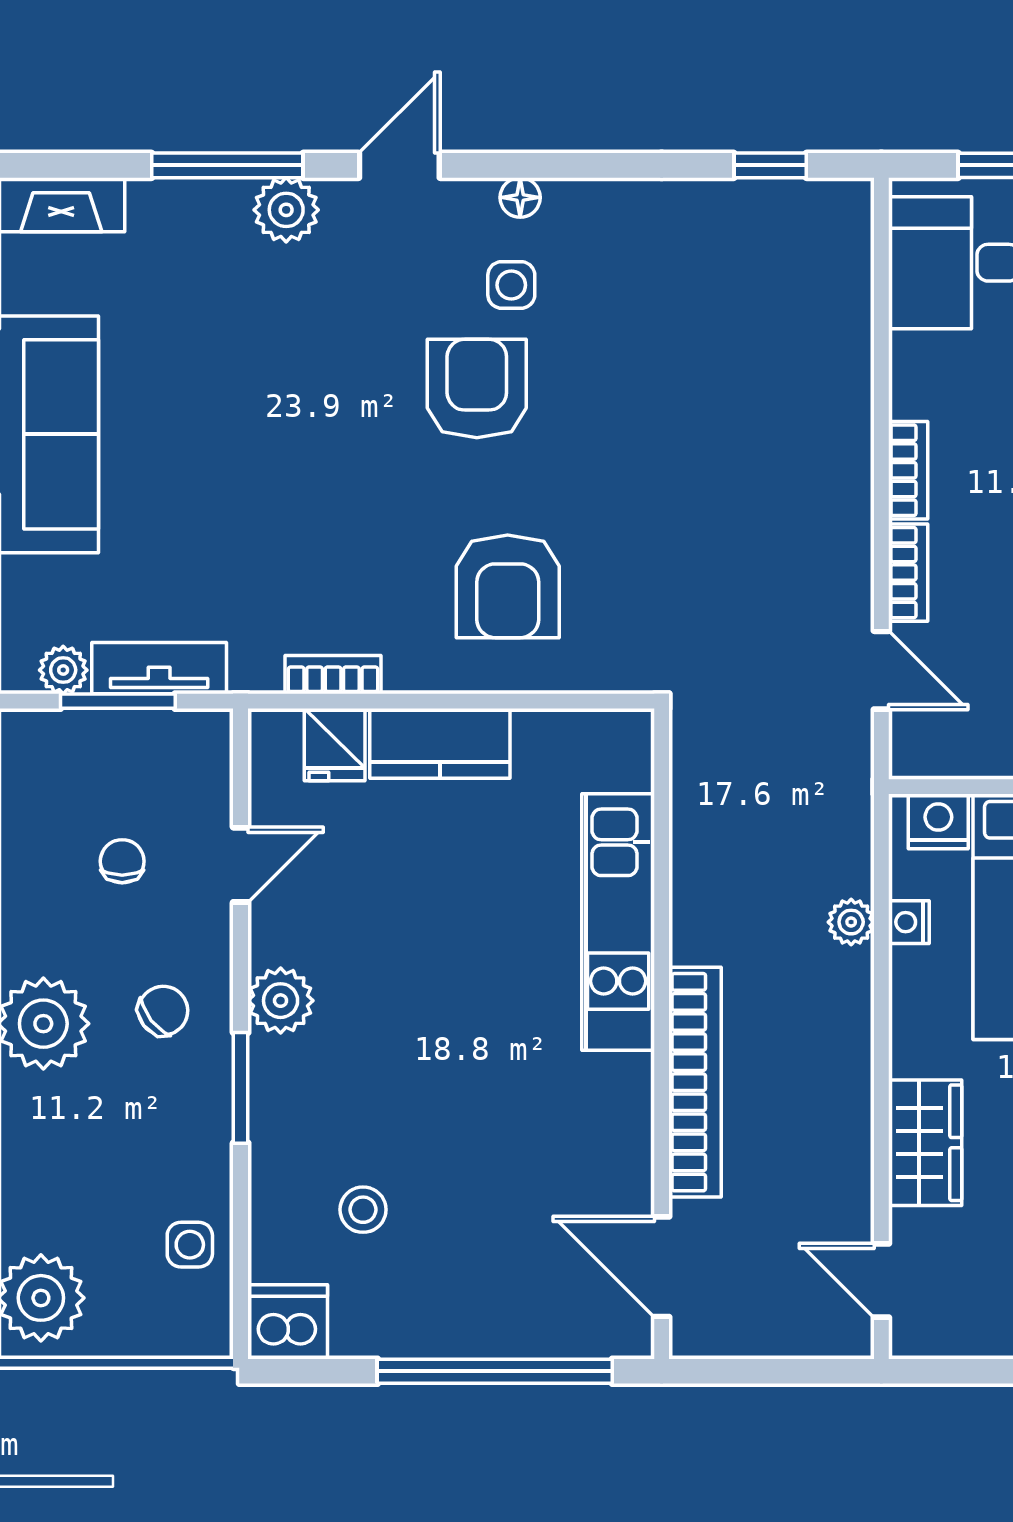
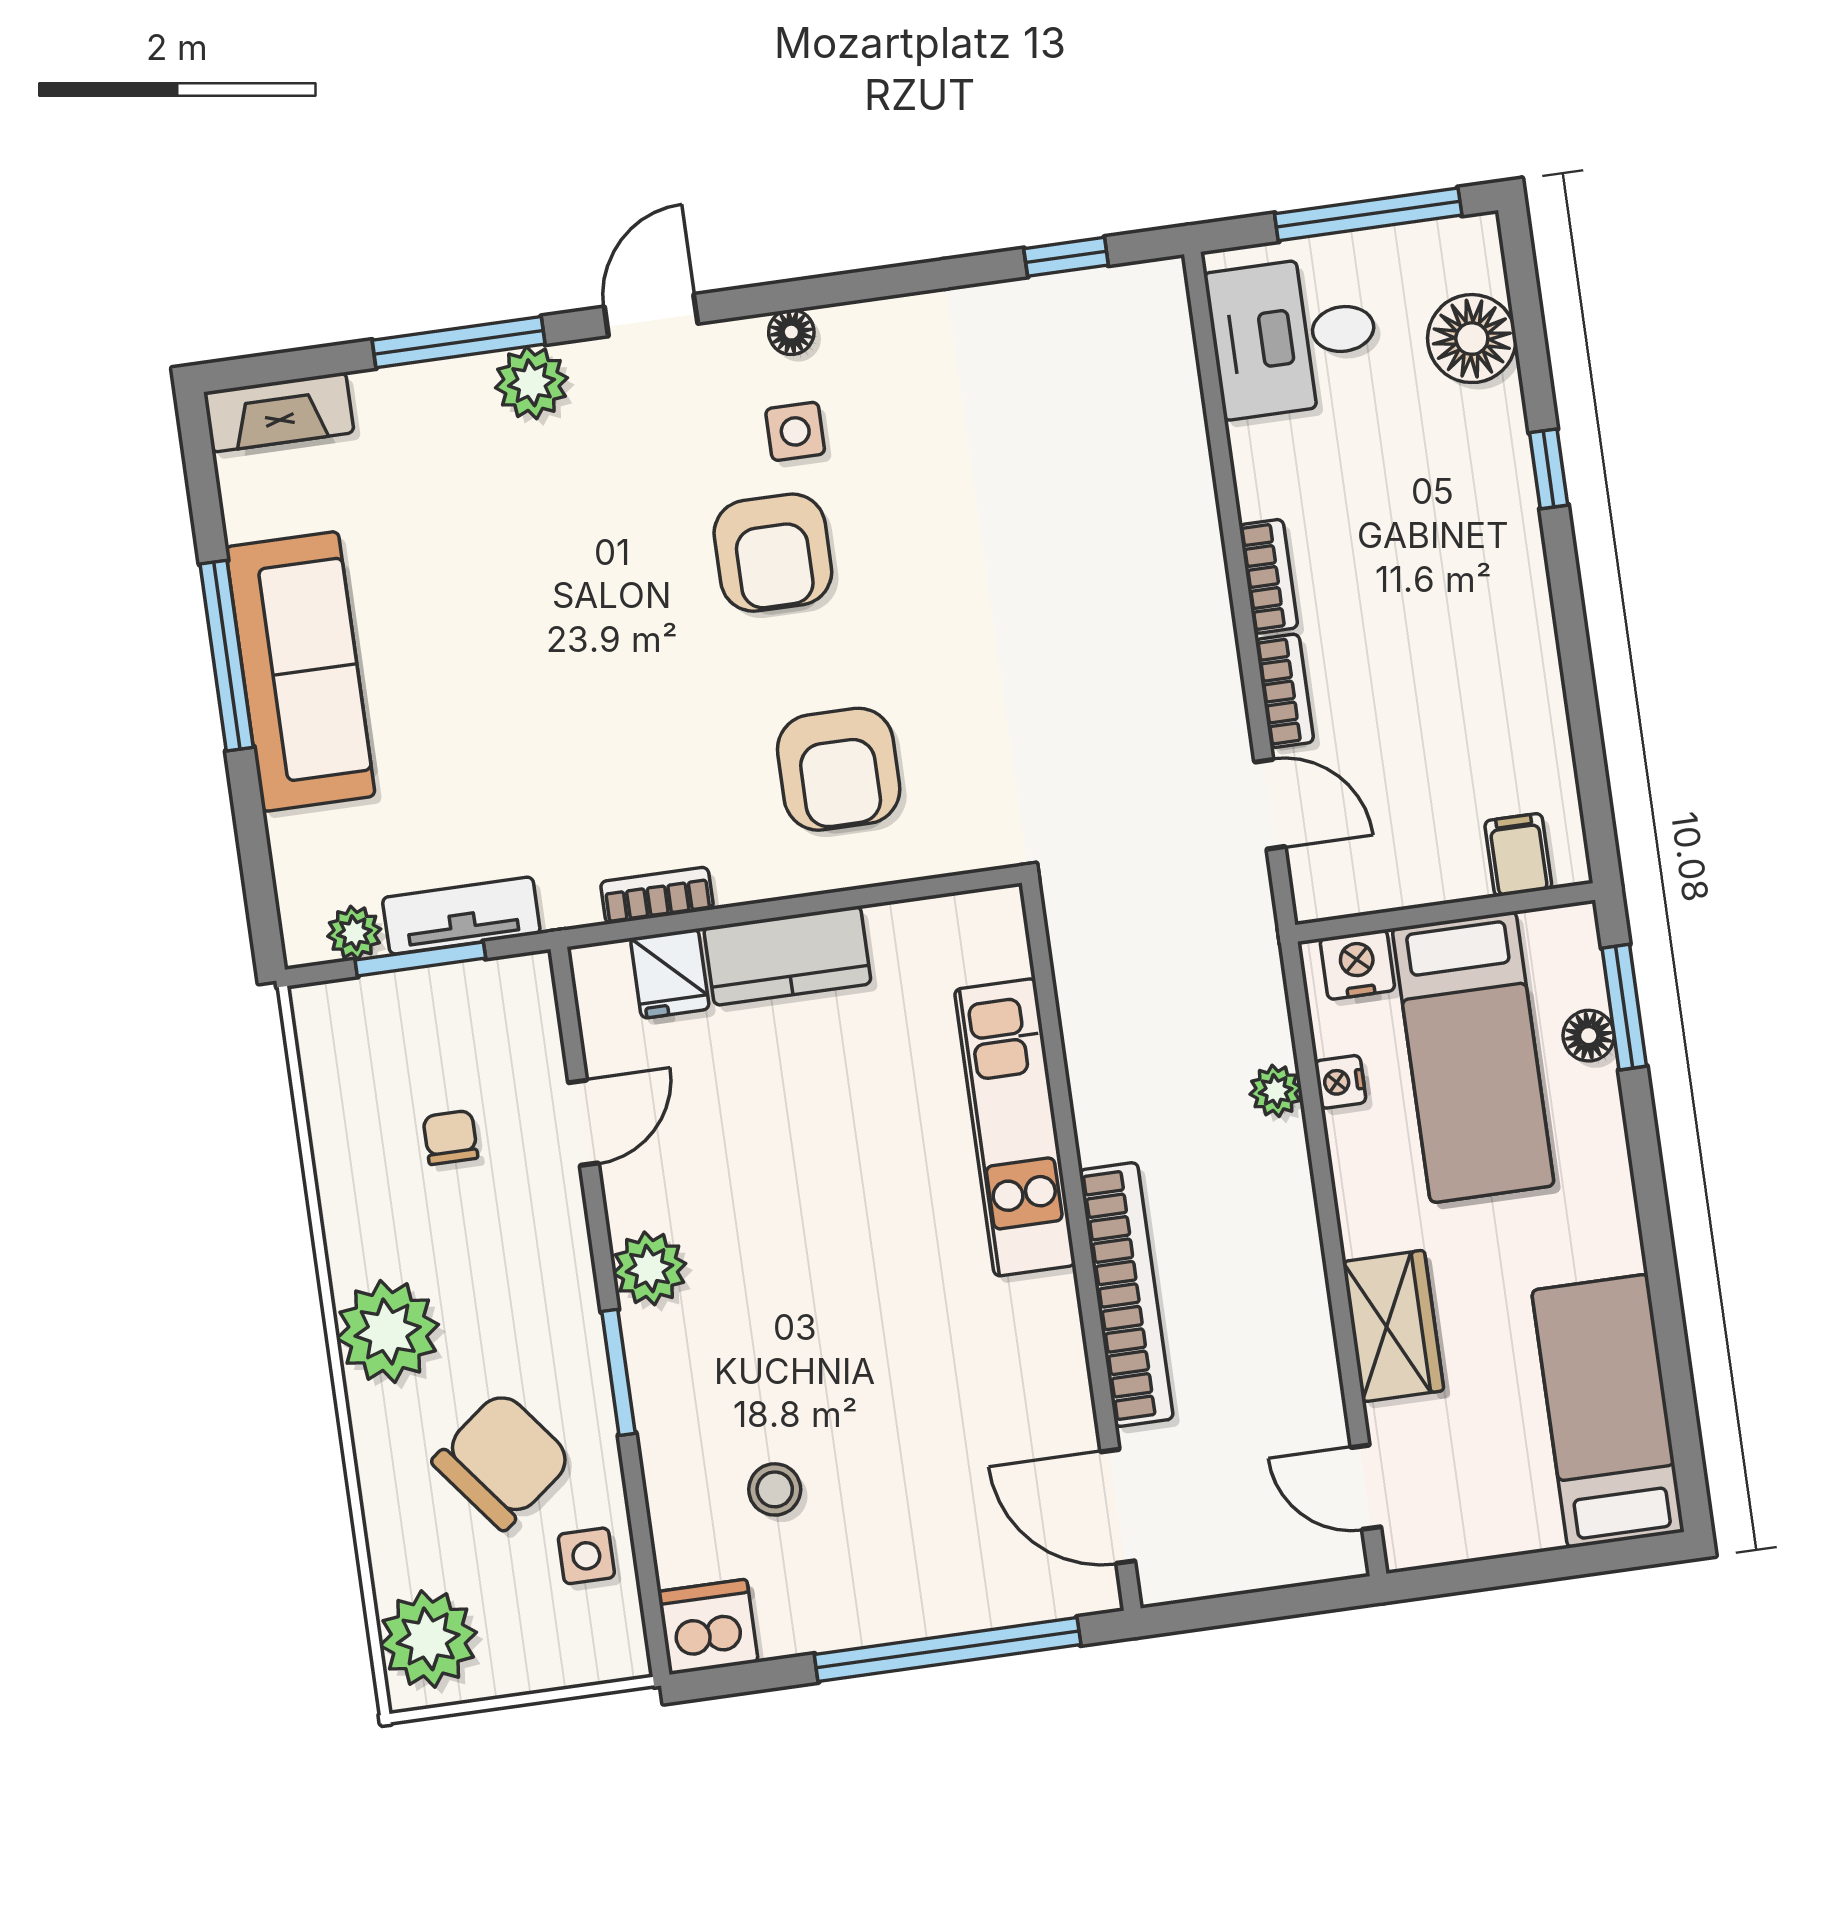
armchair: (477, 388) -> (773, 553), turned 180
chair: (163, 1011) -> (502, 1460), moved, width x1.87, depth x1.87

